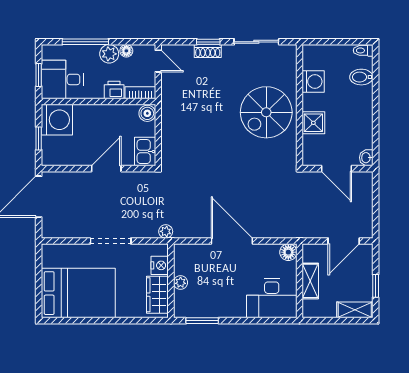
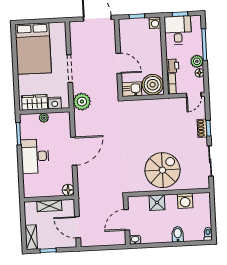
bidet: (361, 77) -> (178, 234), moved
spiral stairs: (266, 112) -> (163, 170), turned 90
boiler: (147, 113) -> (153, 85), width x1.86, depth x1.86
washing machine: (57, 120) -> (155, 23), width x0.53, depth x0.53
plant: (166, 231) -> (82, 102), width x1.88, depth x1.88
desk: (272, 298) -> (35, 156), moved

